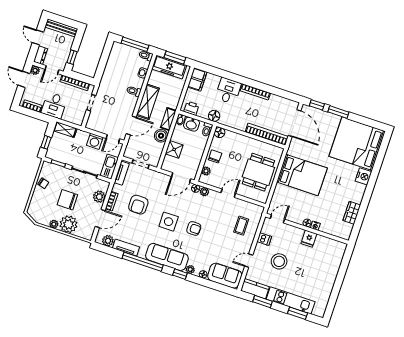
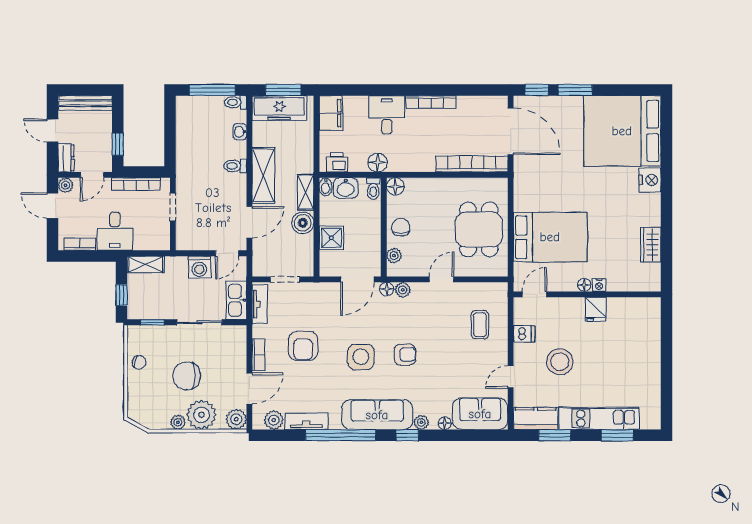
bed: (302, 175) -> (550, 237), moved
plant: (99, 197) -> (236, 419), moved

